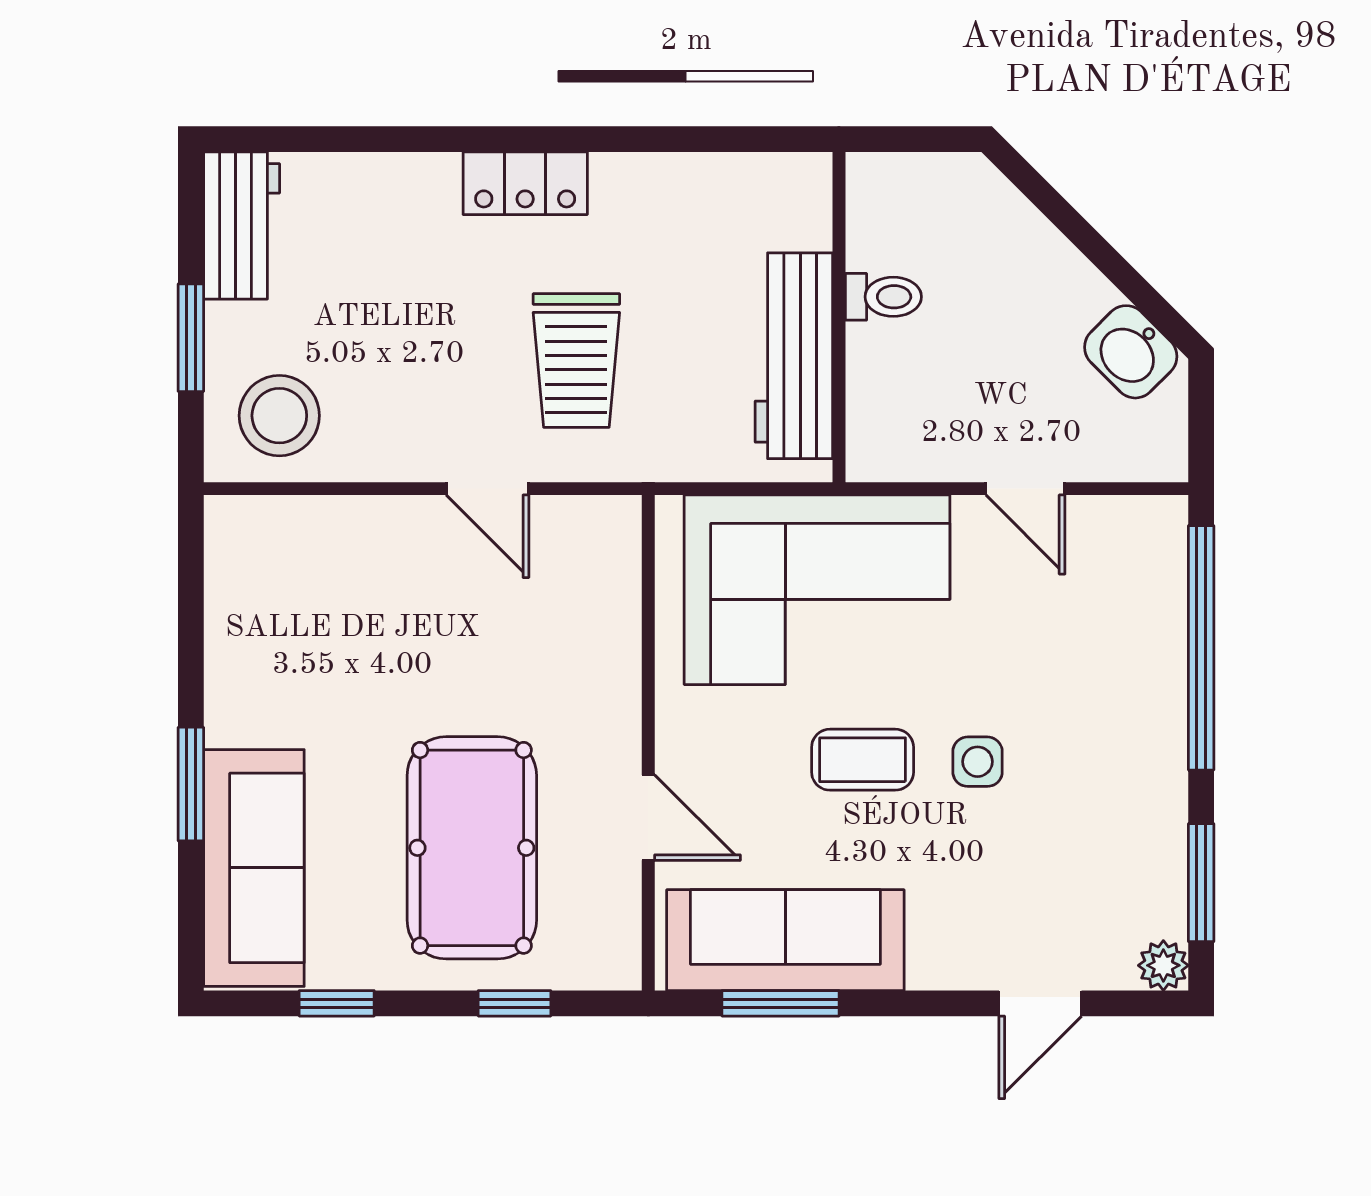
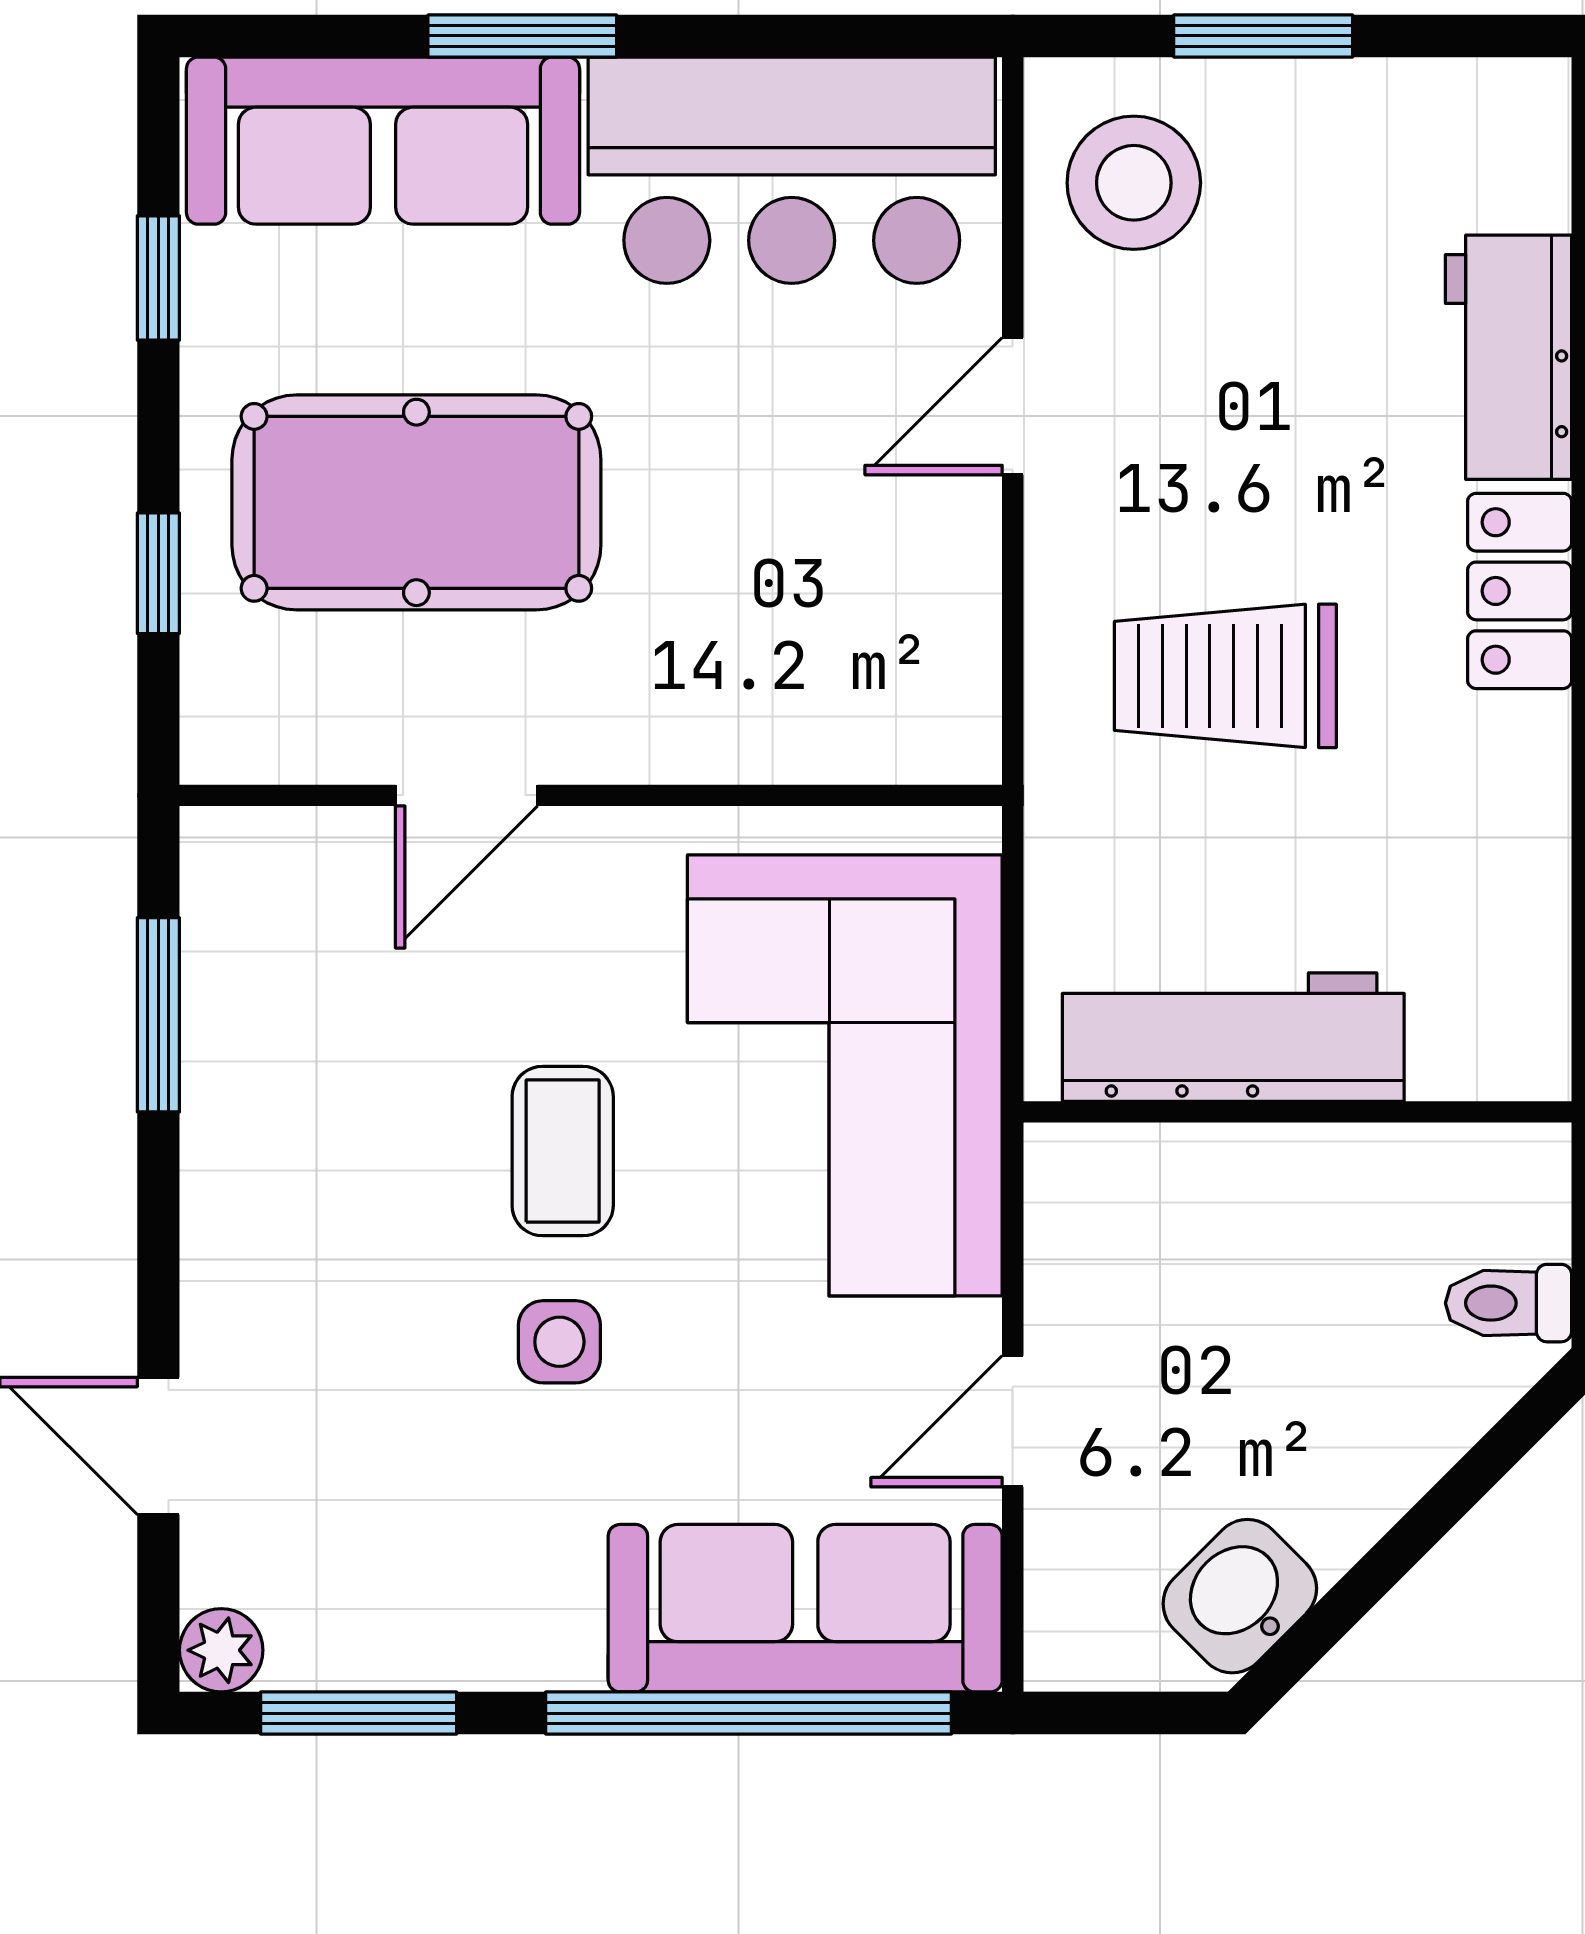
workbench: (242, 225) -> (1509, 357), moved, turned 90
toilet: (883, 297) -> (1509, 1303), moved, turned 90
door: (487, 489) -> (1013, 406), moved
bar counter: (272, 622) -> (792, 170), added
sofa: (785, 940) -> (805, 1608), moved, turned -90

